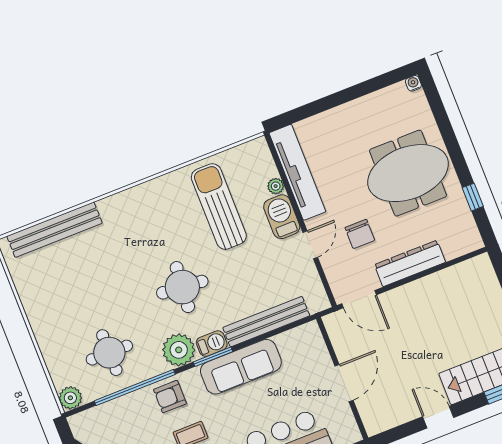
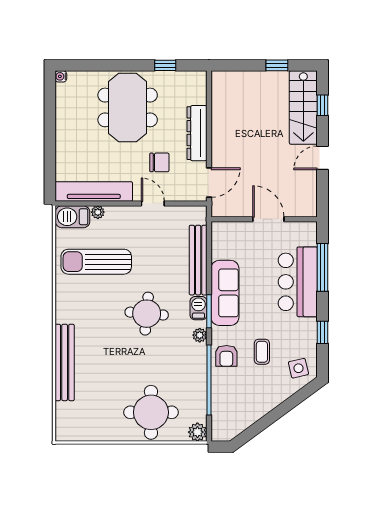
barbecue: (282, 217) -> (73, 217), moved
bench: (55, 230) -> (65, 362), moved
plant: (179, 350) -> (200, 335), width x0.53, depth x0.53
round table: (109, 353) -> (151, 412), moved, width x1.36, depth x1.36

